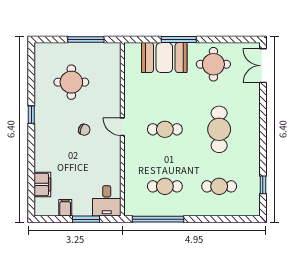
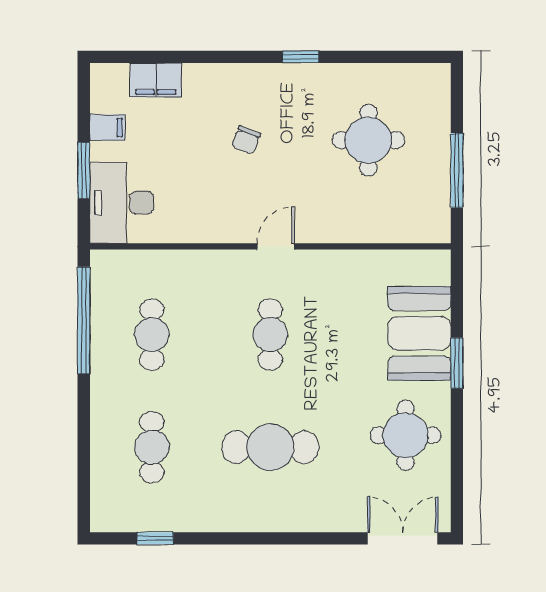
window: (179, 40) -> (457, 363), width x0.69
chair: (84, 130) -> (246, 140), moved
desk: (107, 201) -> (122, 203), width x1.37

